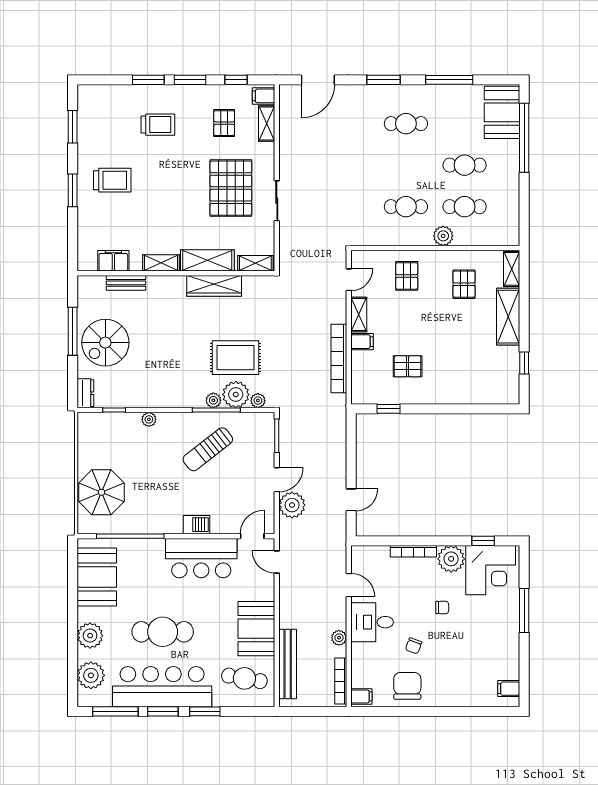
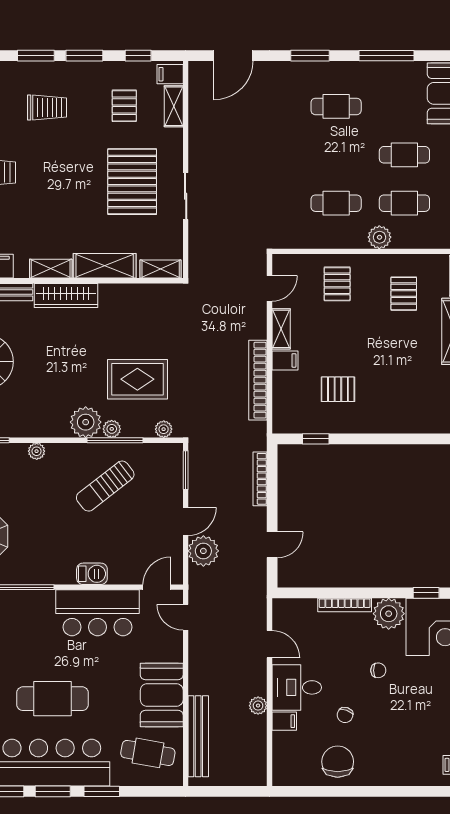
wardrobe: (214, 286) -> (66, 295), moved
plant: (236, 395) -> (86, 422), moved
bookcase: (341, 681) -> (260, 479), moved
filing cabinet: (361, 696) -> (284, 721), moved

